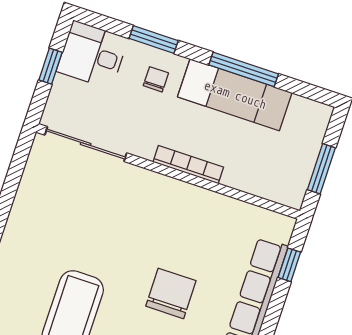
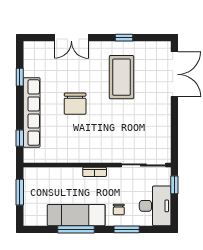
desk: (92, 55) -> (155, 206), width x1.37
window: (51, 66) -> (174, 185), moved
bookcase: (188, 165) -> (95, 172), width x0.64

